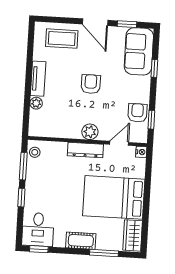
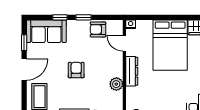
armchair: (91, 84) -> (76, 70), turned 90
window: (151, 120) -> (84, 17), moved
plant: (90, 132) -> (116, 84), moved

